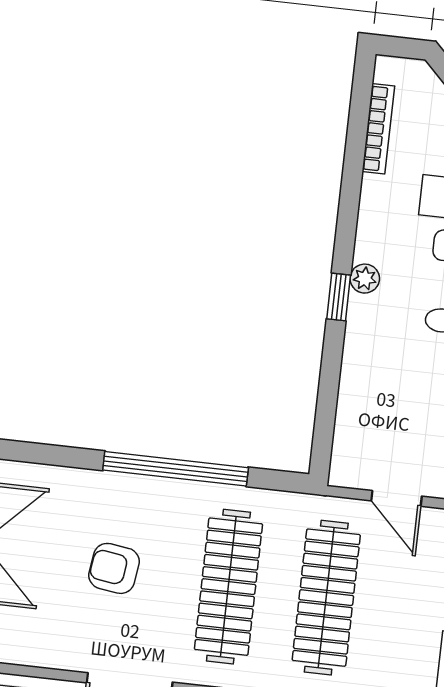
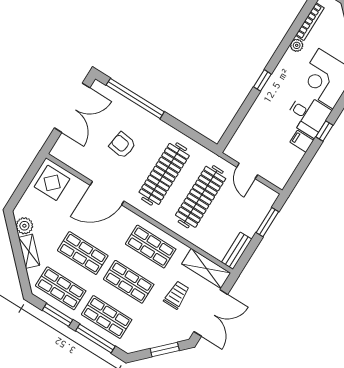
plant: (365, 279) -> (297, 45), moved
window: (176, 469) -> (135, 98), moved

